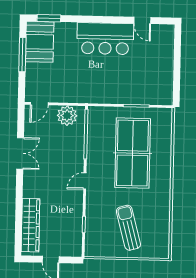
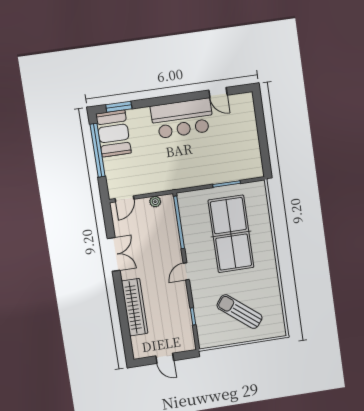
window: (22, 55) -> (98, 150), width x1.46
plant: (67, 116) -> (155, 202), width x0.53, depth x0.53
wardrobe: (30, 225) -> (135, 307), moved
sun lounger: (128, 228) -> (240, 312), turned -36

